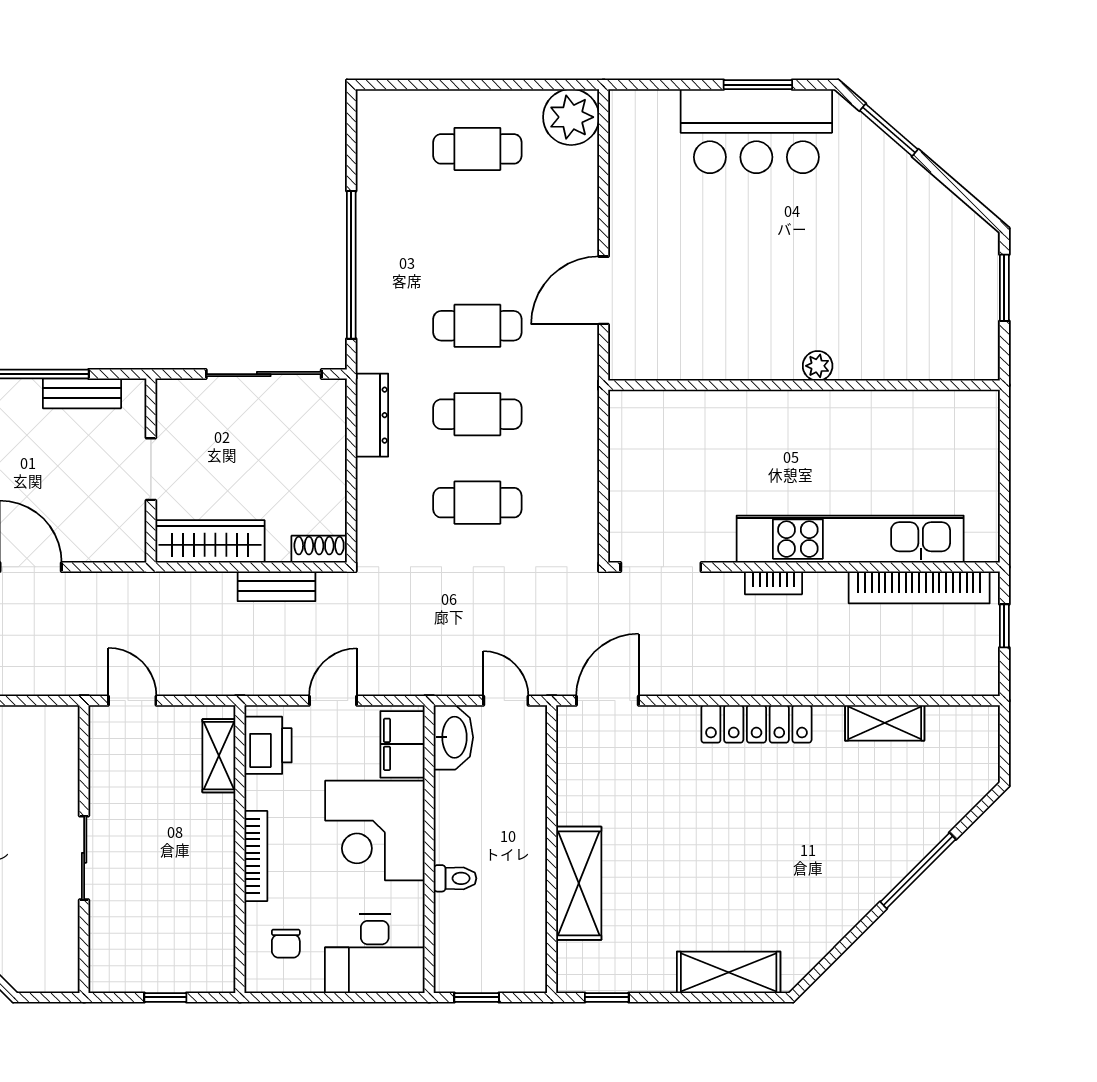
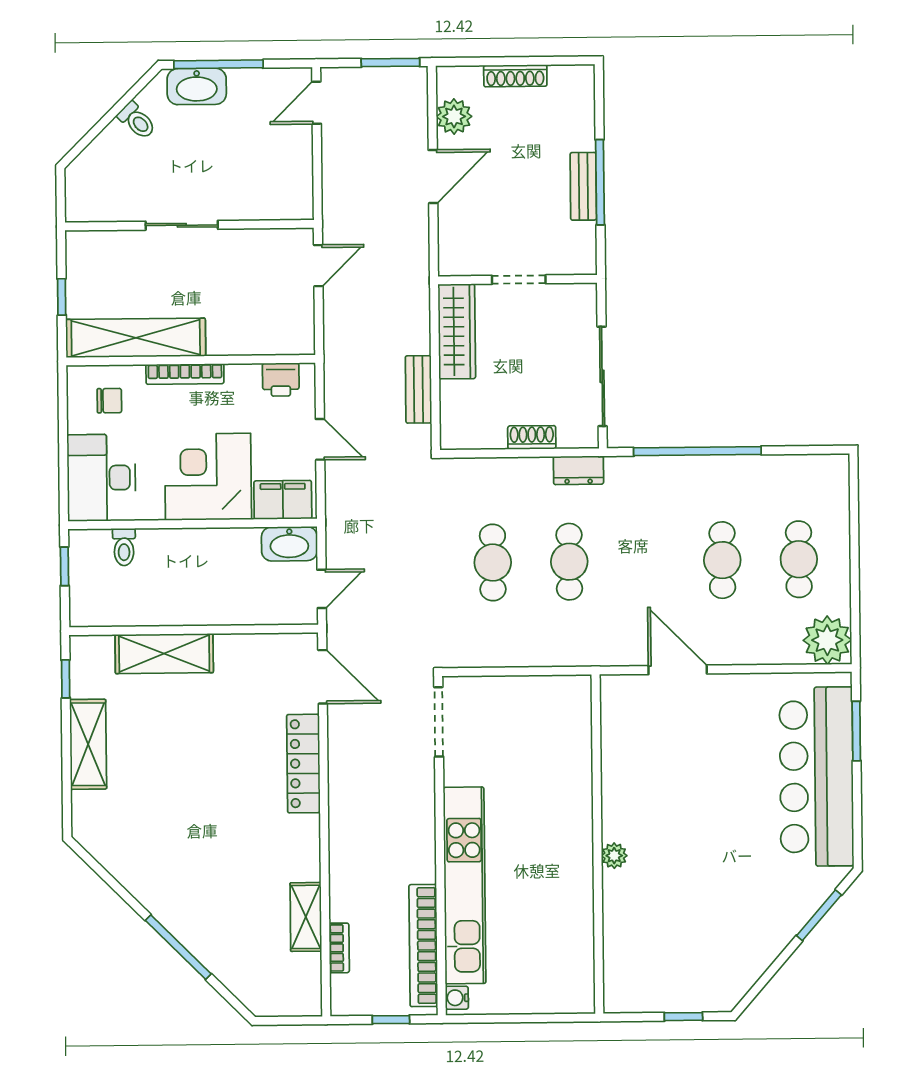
window: (758, 85) -> (856, 731), moved
bar counter: (756, 131) -> (817, 777), width x1.36
window: (1004, 288) -> (683, 1017), width x0.67
cafe table: (477, 326) -> (722, 560), moved
bench: (82, 393) -> (583, 186), moved
dresser: (372, 415) -> (578, 470), width x0.70
shoe rack: (319, 549) -> (532, 437), moved, turned -90
water cooler: (980, 549) -> (457, 998), added
bookcase: (773, 583) -> (339, 948), moved, turned 180
locker: (756, 724) -> (303, 764), moved
printer: (268, 745) -> (281, 380), width x0.73, depth x0.81
shelving: (219, 756) -> (136, 338), moved, width x2.20, depth x1.33
toilet: (455, 878) -> (124, 547), moved
chair: (286, 944) -> (109, 401), turned 180
shelving: (729, 972) -> (88, 744), moved

